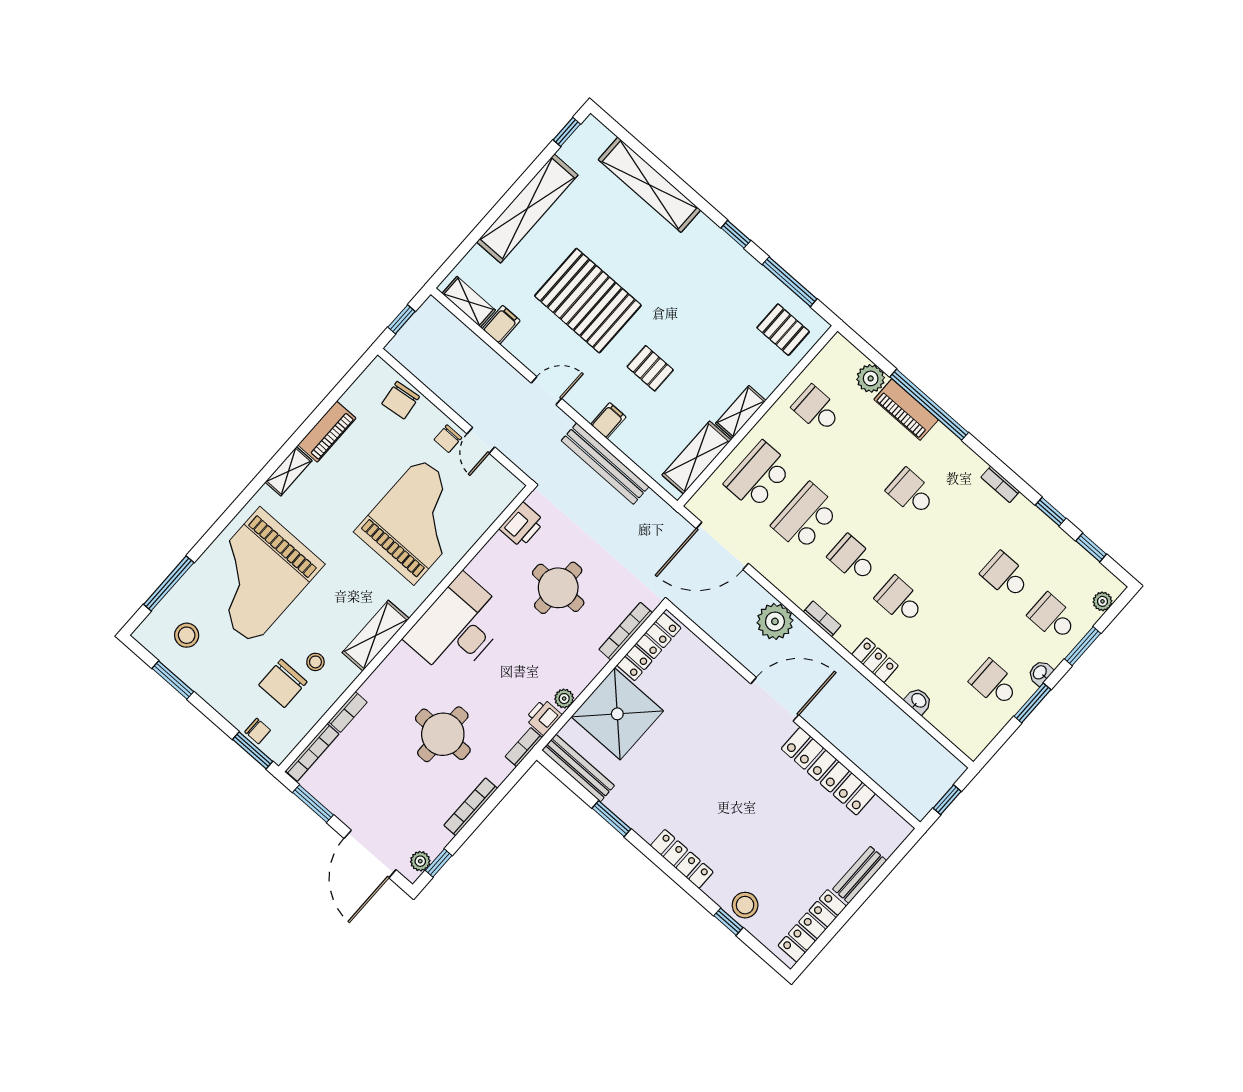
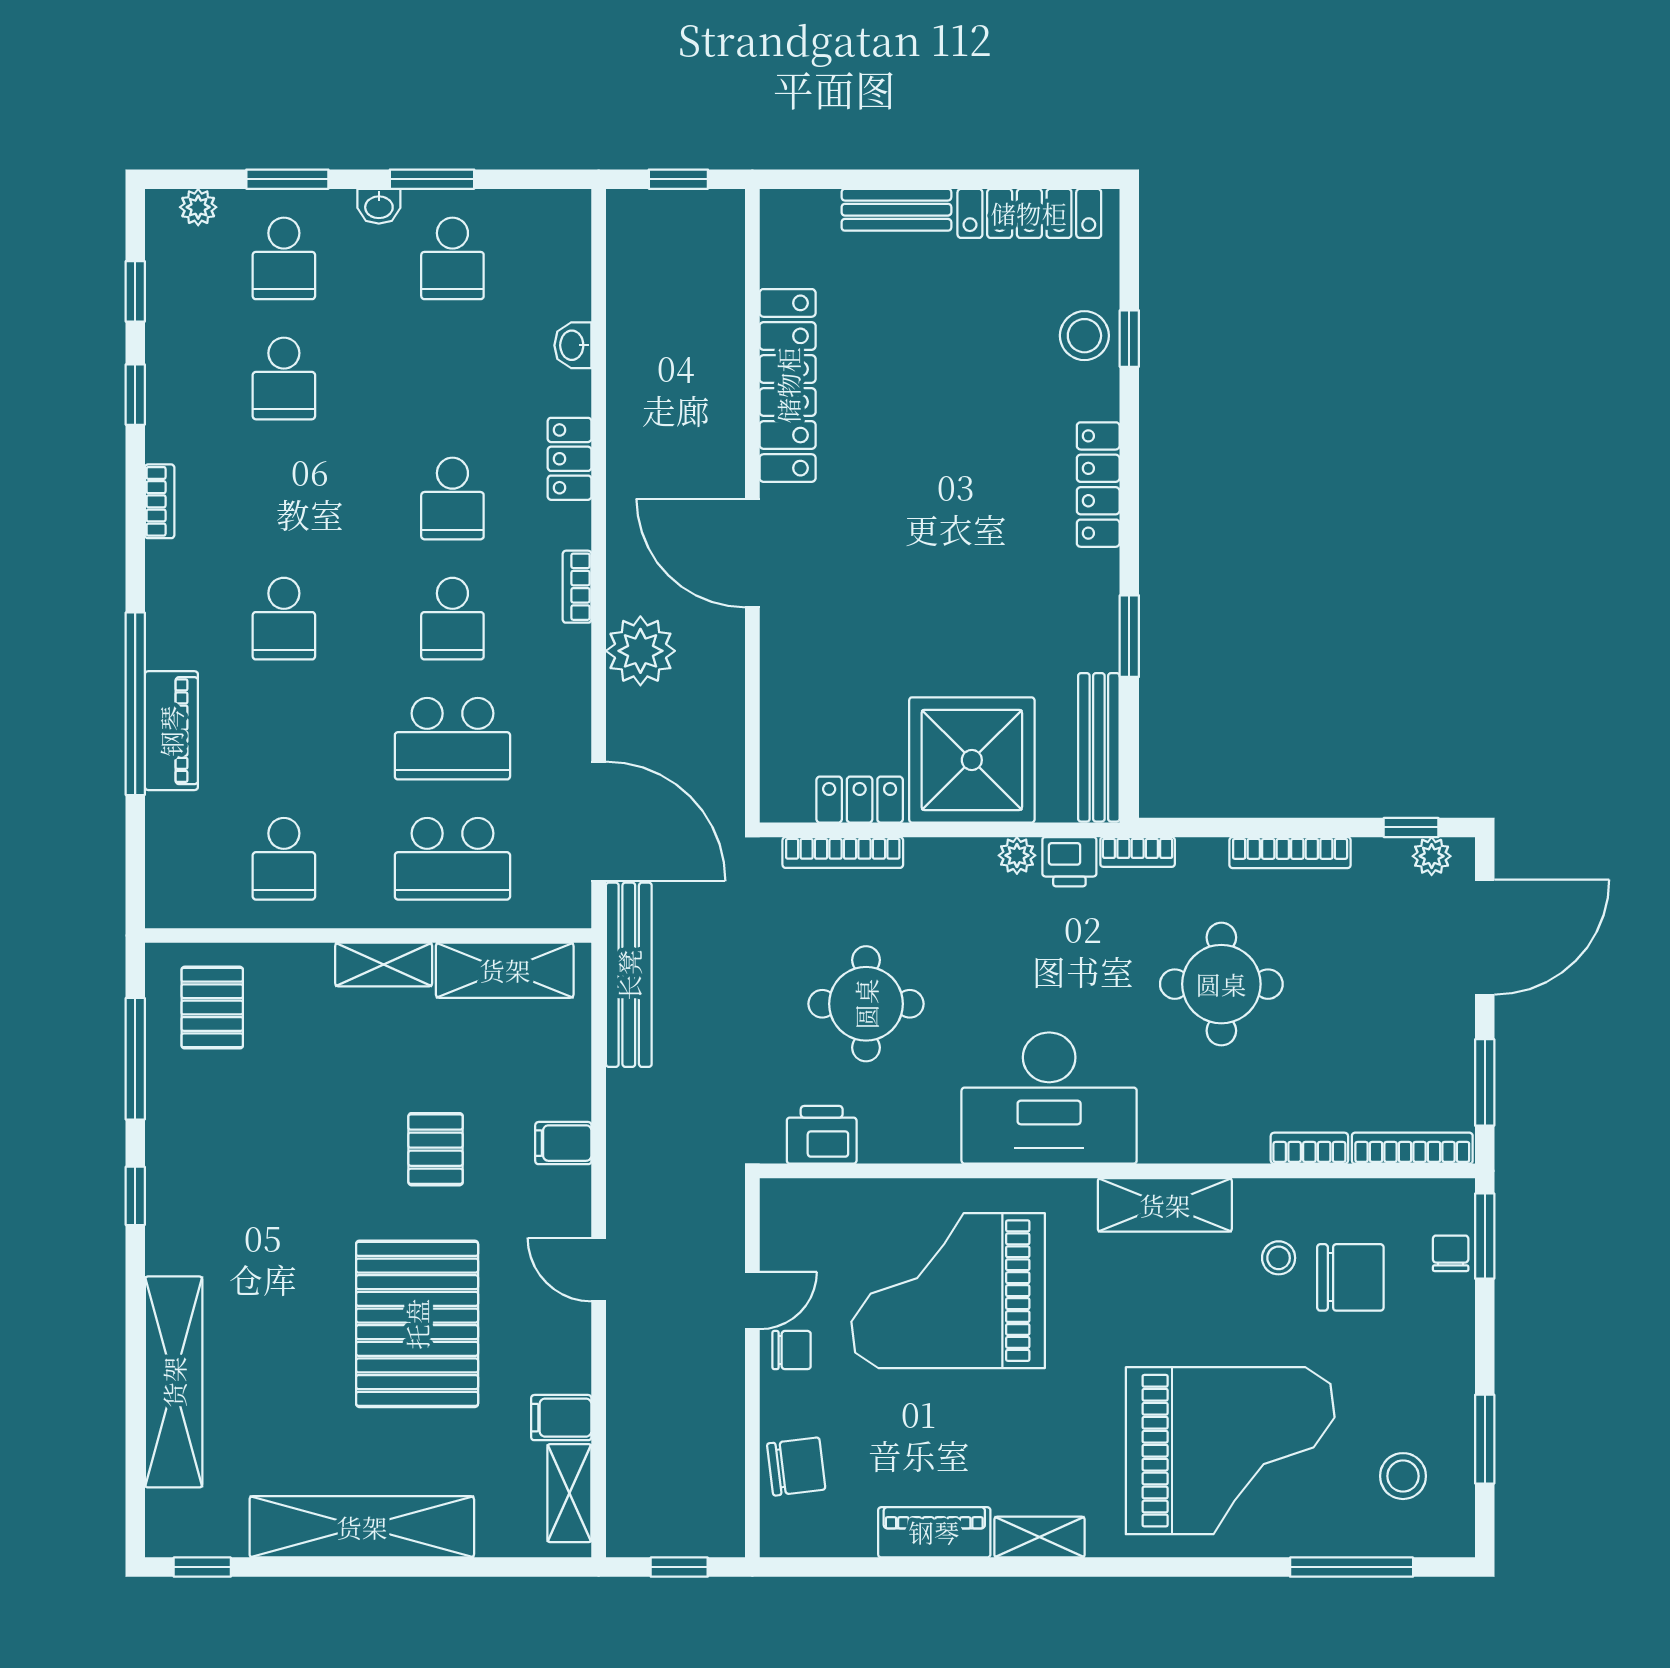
plant: (871, 378) -> (172, 821), removed
bench: (605, 464) -> (629, 975), moved
locker: (649, 647) -> (860, 800), width x0.66

